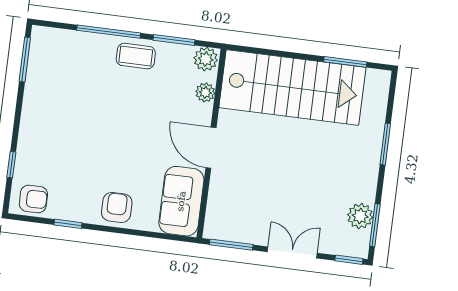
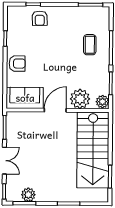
coffee table: (136, 56) -> (90, 45), moved
plant: (205, 92) -> (80, 99), width x1.88, depth x1.88
armchair: (33, 199) -> (40, 18), moved

